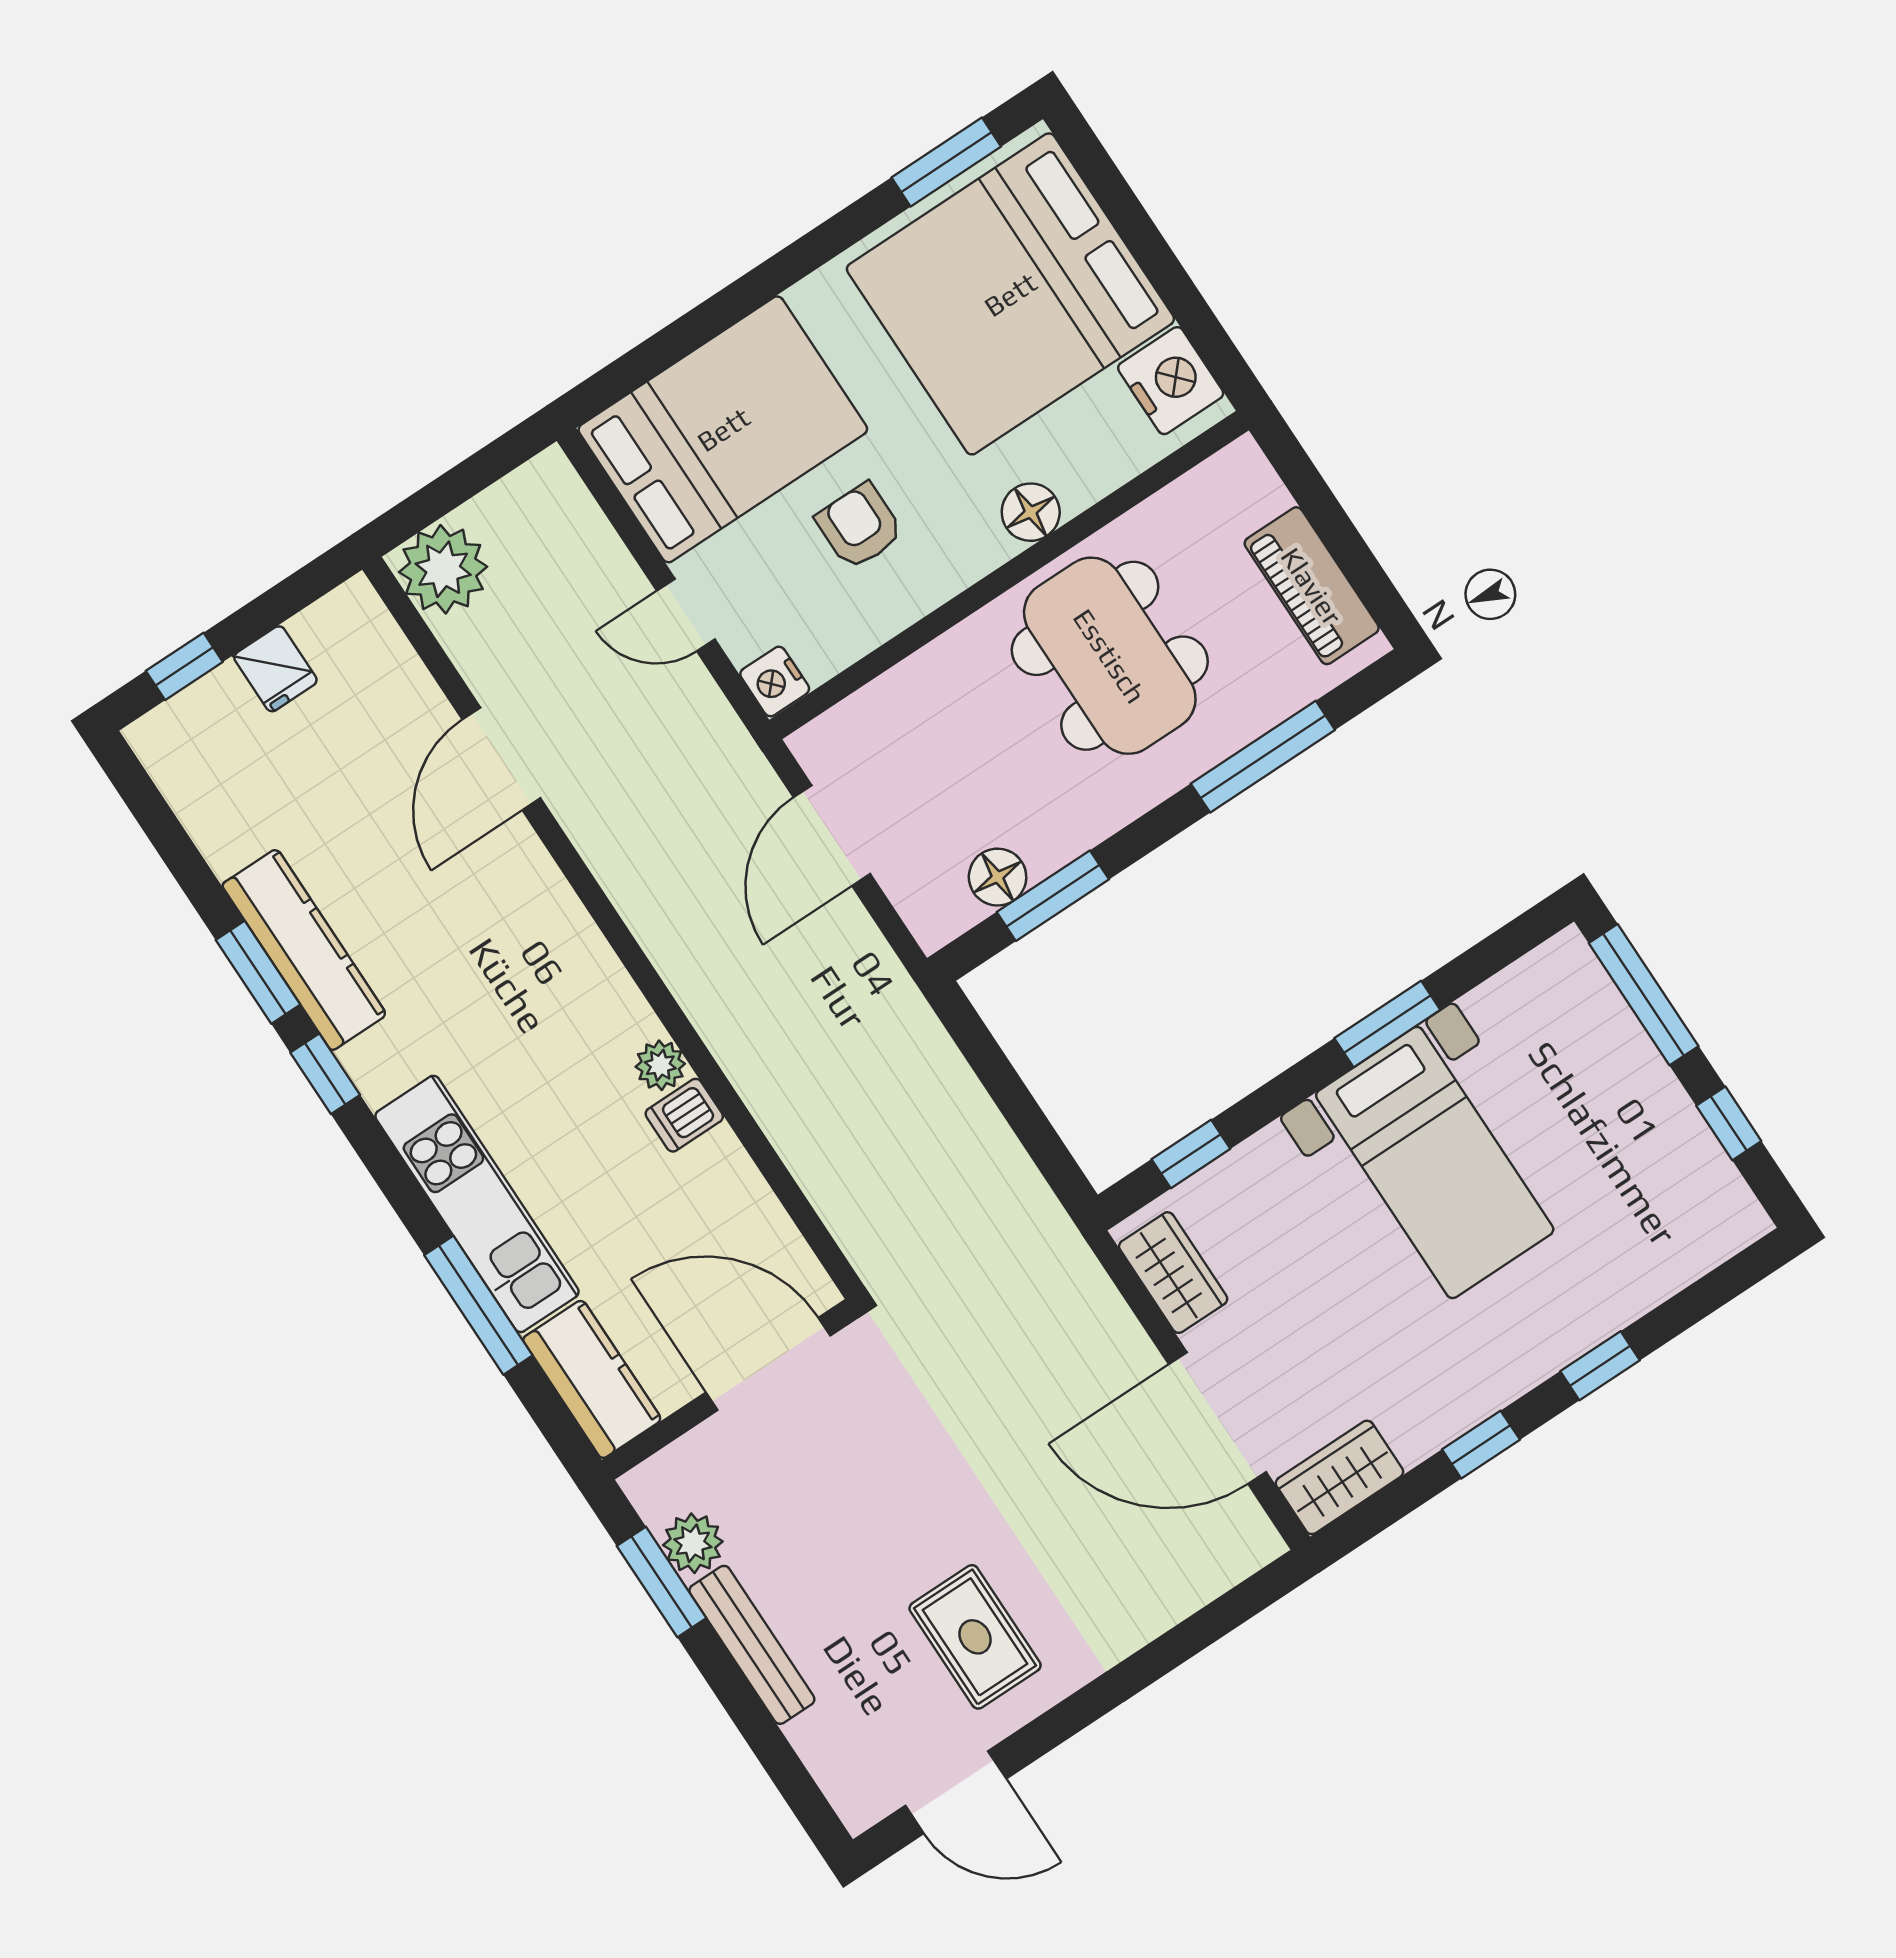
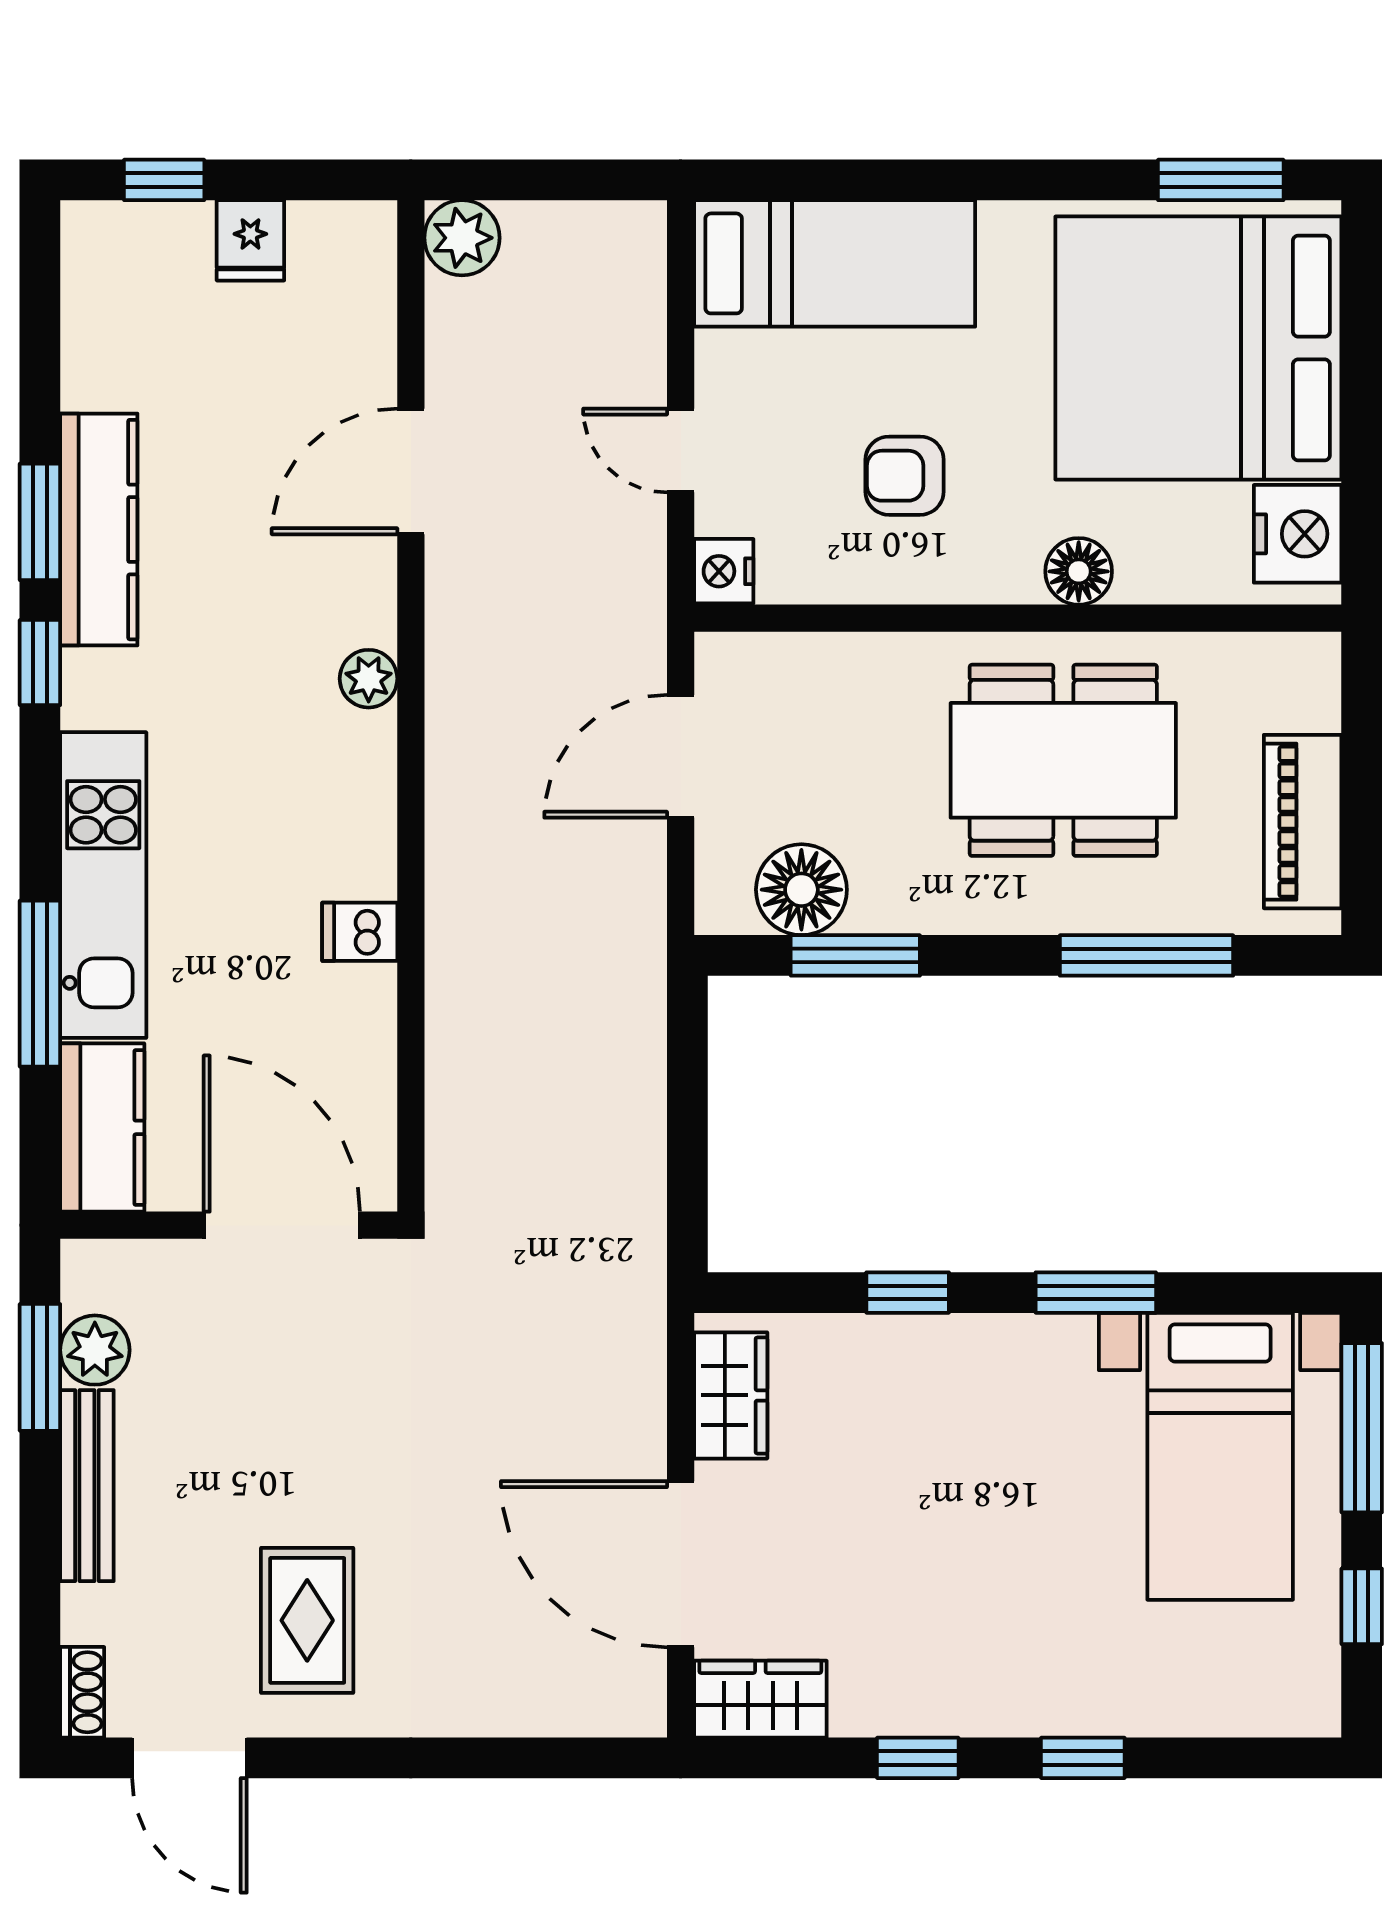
bed: (723, 429) -> (835, 263), width x0.67
armchair: (859, 526) -> (905, 476), turned -90
plant: (443, 569) -> (462, 238), width x0.73, depth x0.73
dining table: (1110, 656) -> (1063, 760), turned 90
floor lamp: (998, 877) -> (801, 890), width x1.38, depth x1.38
plant: (660, 1065) -> (369, 679), moved
window: (1191, 1154) -> (908, 1293), moved
bed with nightstands: (1435, 1162) -> (1220, 1456), moved
shoe rack: (847, 1796) -> (82, 1692), added

